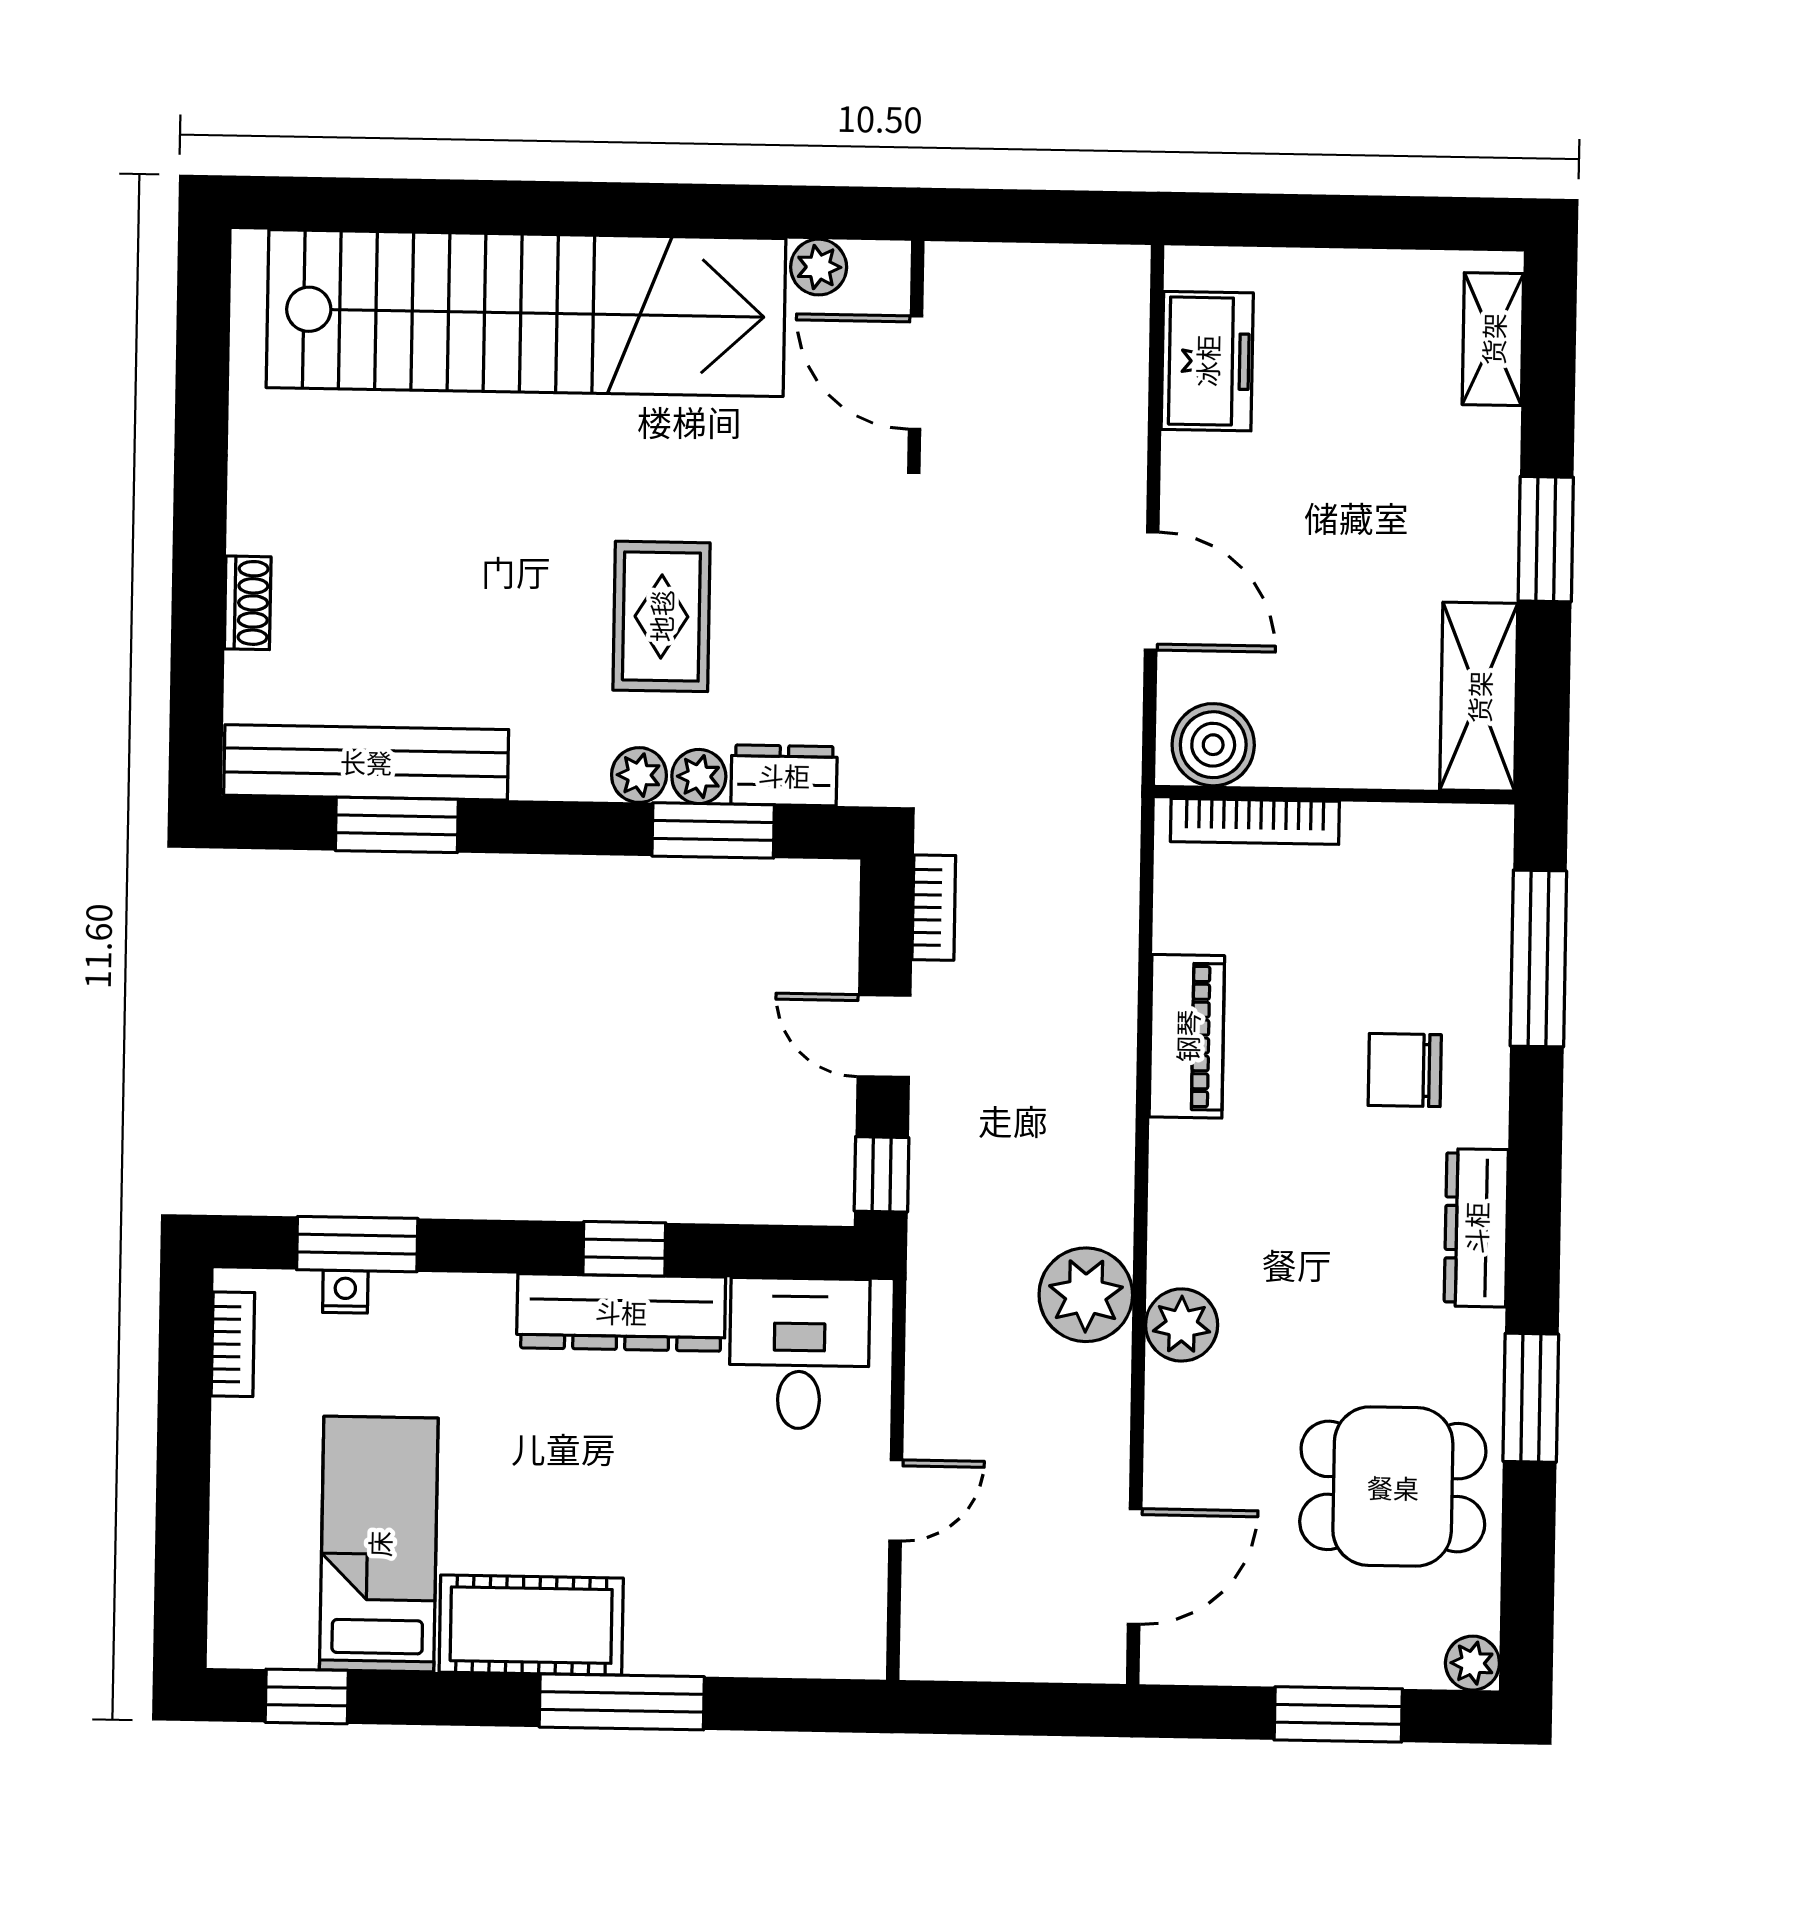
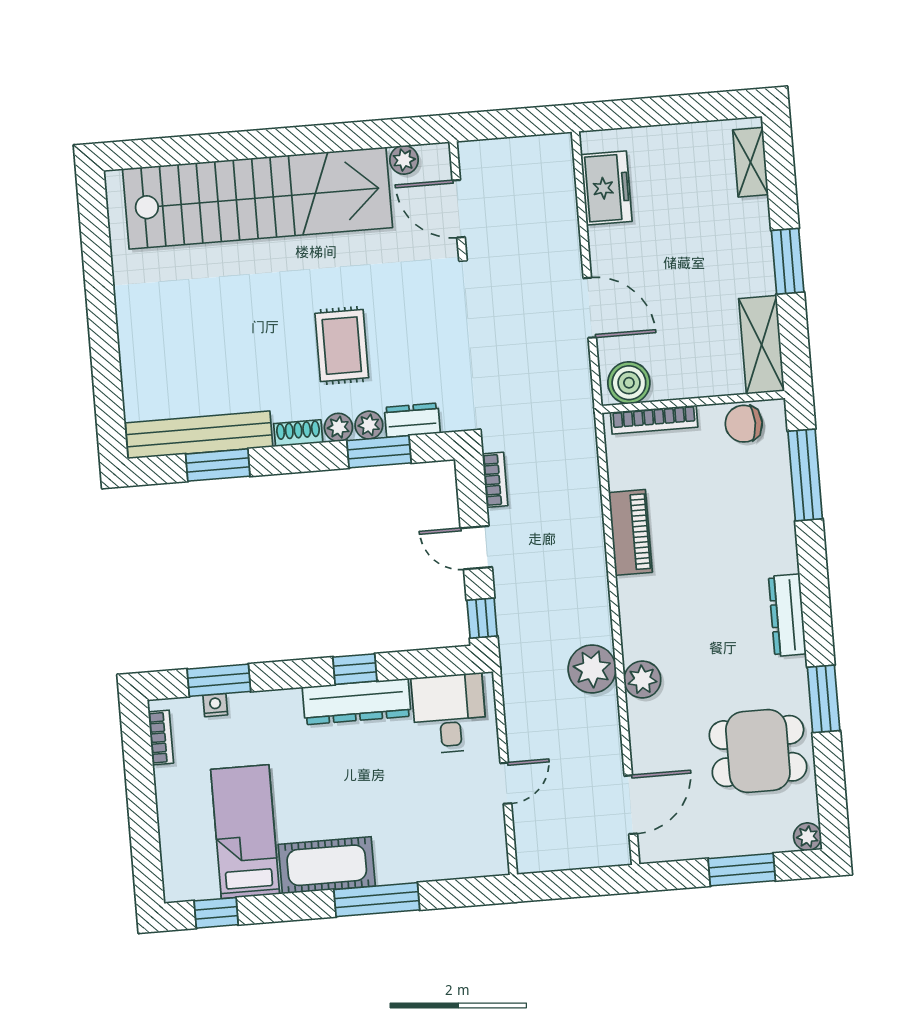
shoe rack: (248, 603) -> (298, 433), moved, turned -90
chair: (1405, 1070) -> (744, 424), moved

